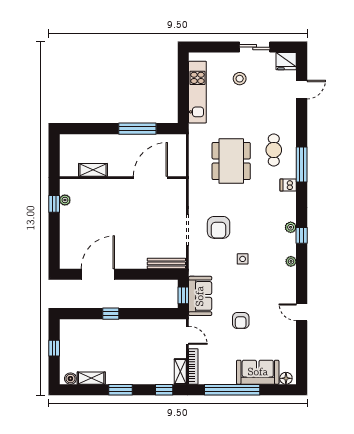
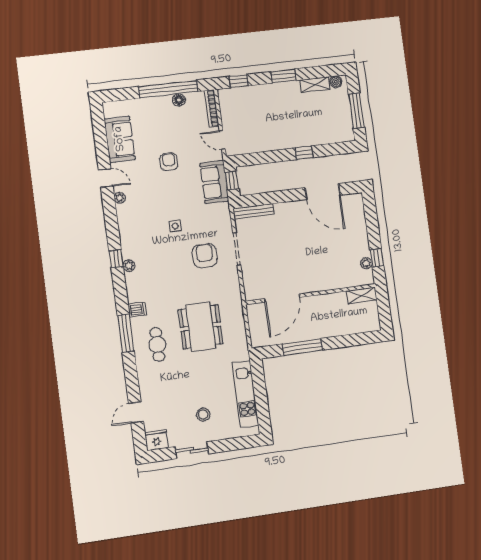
shelving: (93, 170) -> (362, 295), moved
plant: (291, 261) -> (120, 198), moved
door: (98, 274) -> (323, 191), hinge flipped
window: (54, 348) -> (357, 111), width x2.17
shelving: (180, 372) -> (225, 102), removed
sofa: (258, 372) -> (120, 139), moved, turned -90
floor lamp: (286, 378) -> (179, 100), moved

